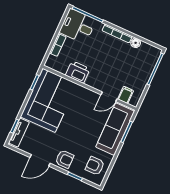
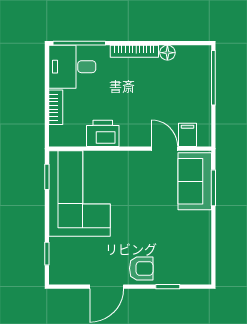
door: (109, 97) -> (165, 149), swing flipped
sofa: (115, 129) -> (195, 181), width x0.73
tv unit: (19, 133) -> (57, 260), removed
armchair: (95, 166) -> (190, 258), removed

